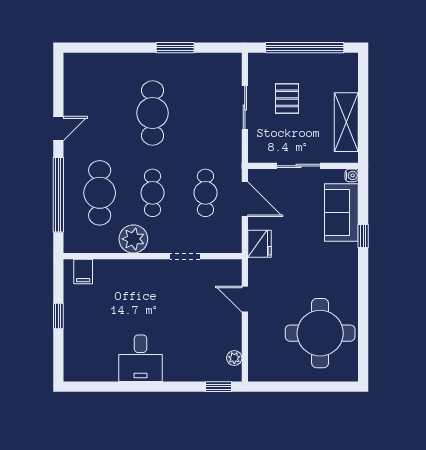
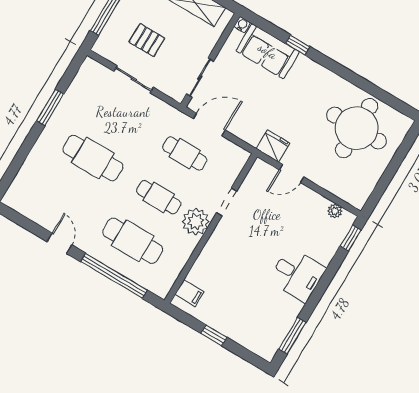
sliding door: (299, 166) -> (200, 78), moved
plant: (133, 239) -> (196, 222), moved
fridge: (260, 244) -> (273, 146), moved
desk: (141, 358) -> (297, 275), moved
window: (100, 387) -> (292, 336), added

